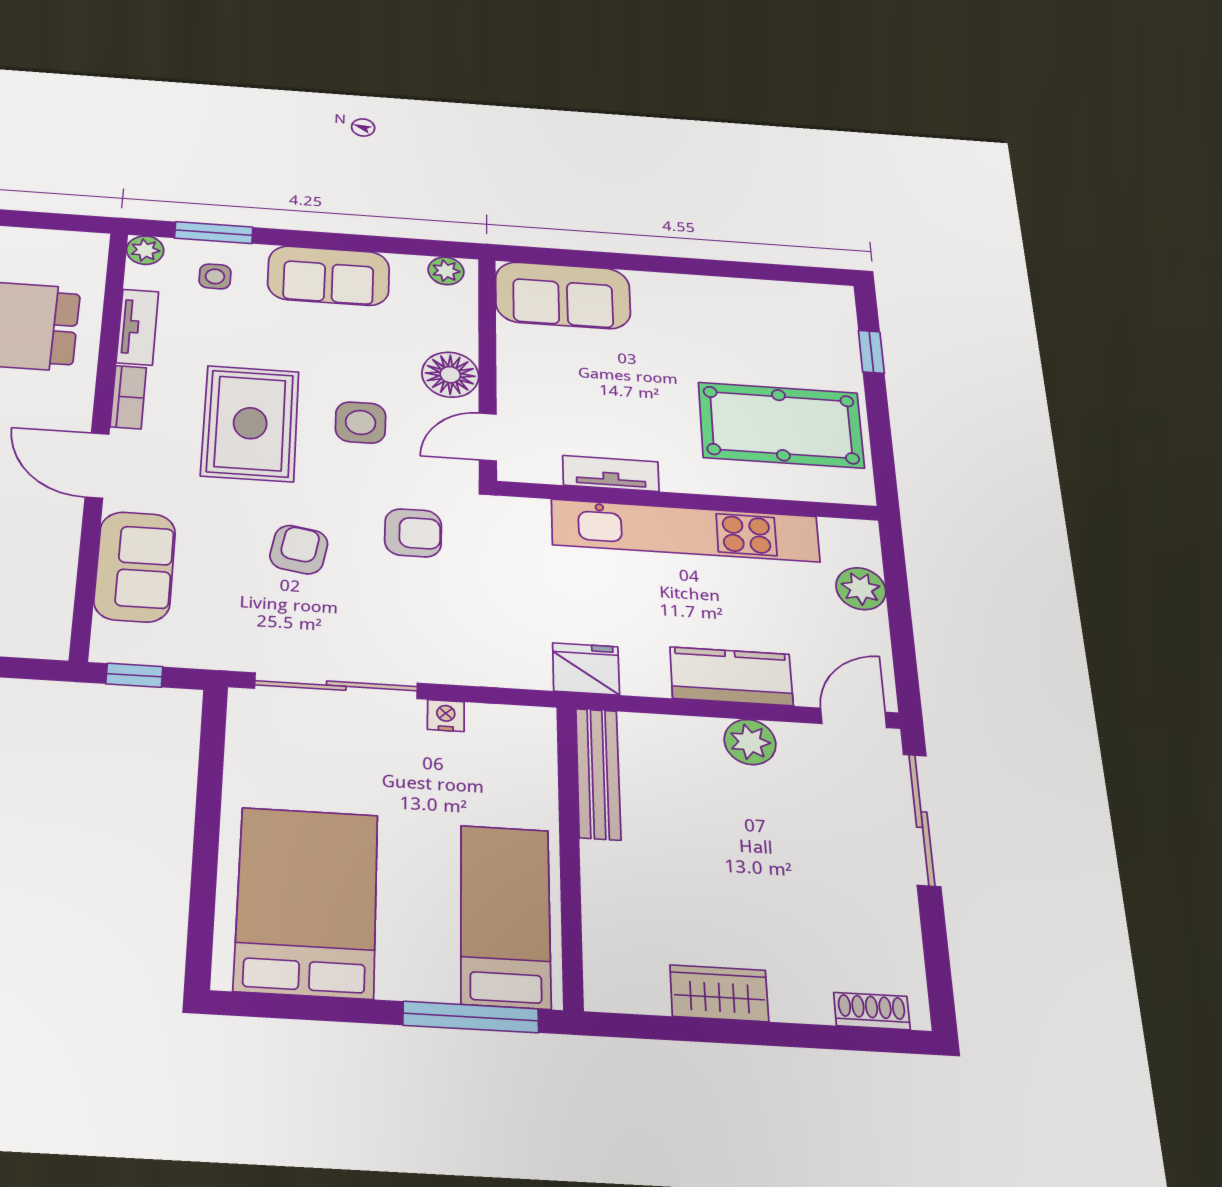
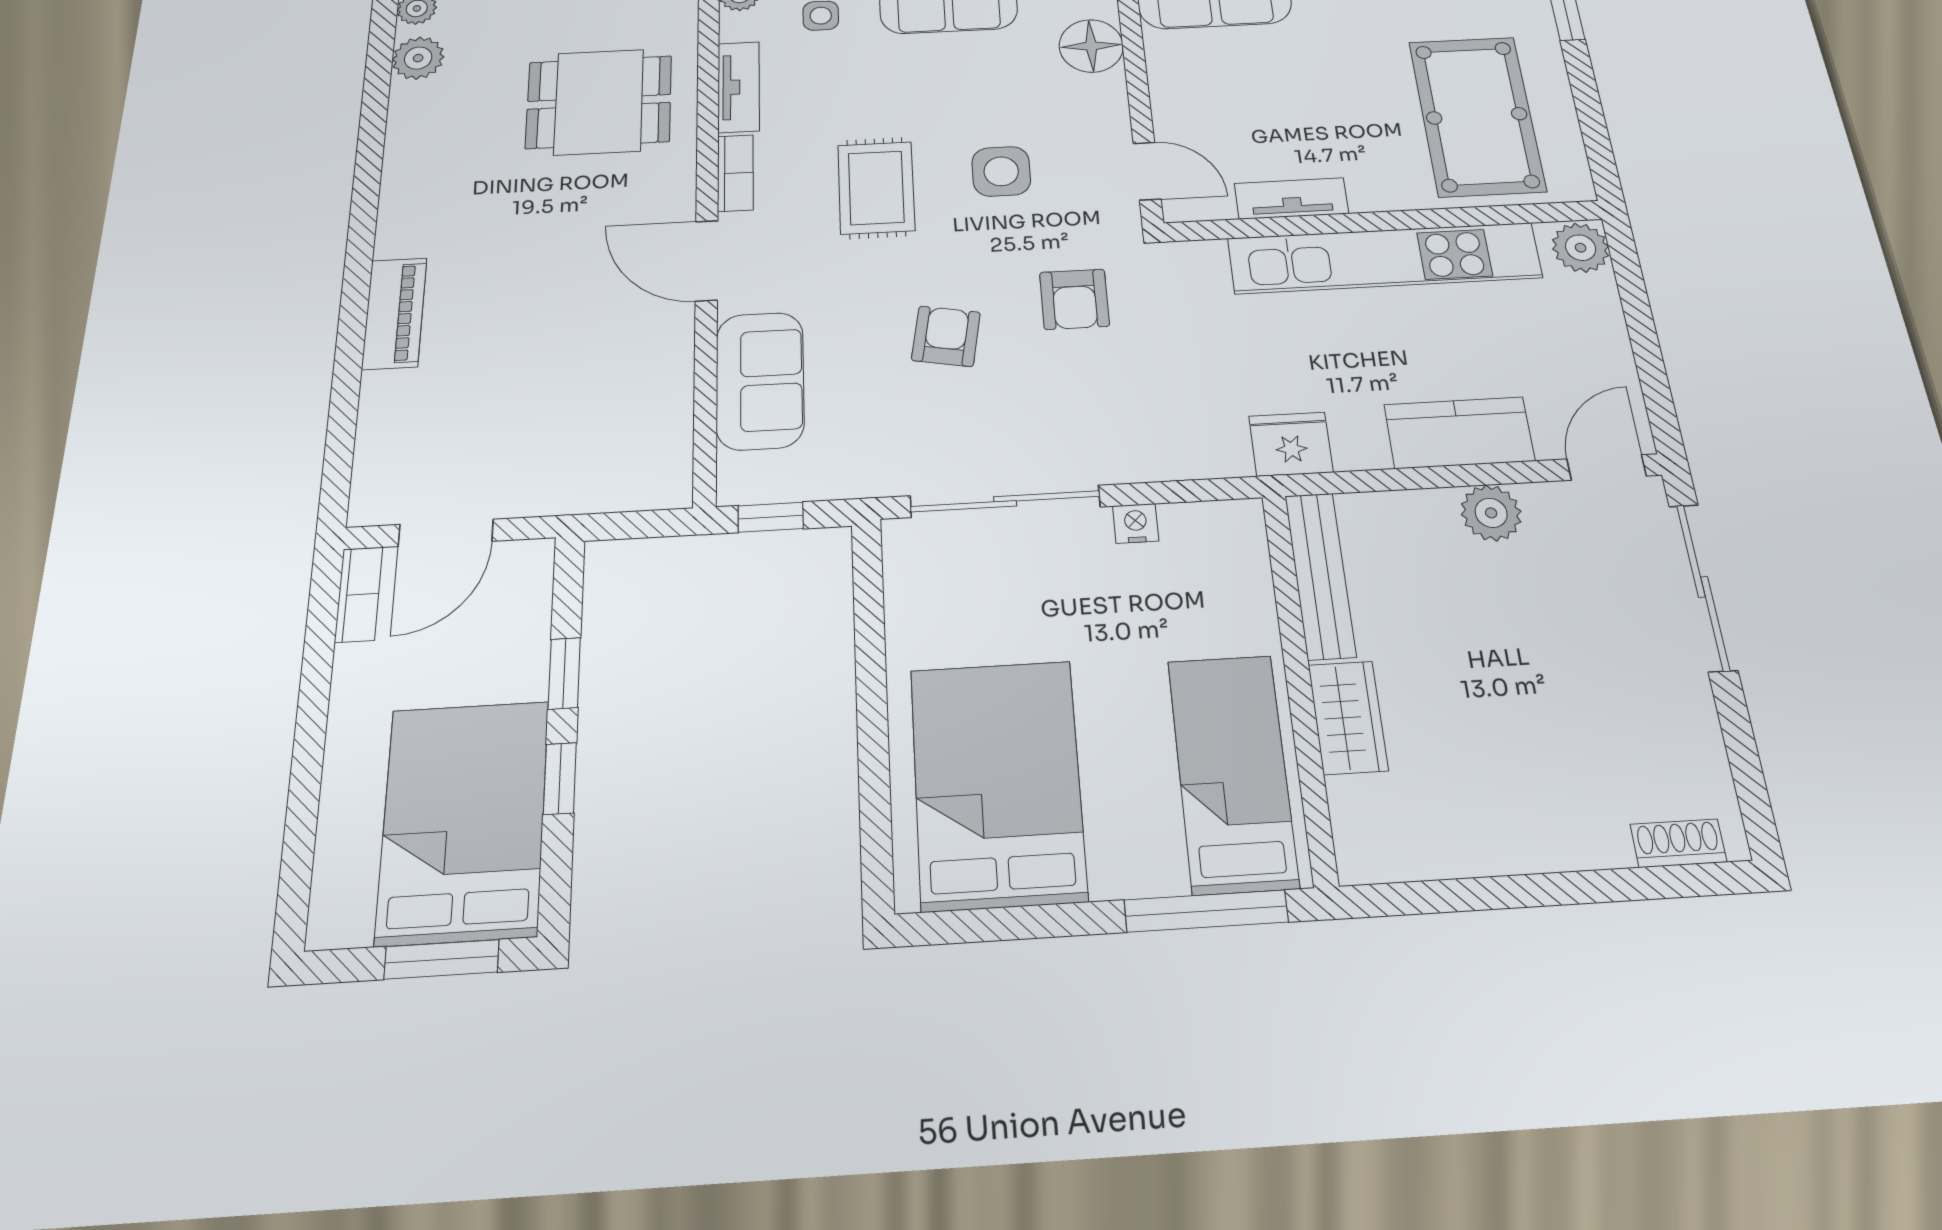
floor lamp: (450, 375) -> (1091, 46), moved
rug: (250, 423) -> (876, 188), width x0.73, depth x0.70
pool table: (781, 425) -> (1477, 116), turned 90
door: (488, 437) -> (1147, 171), swing flipped
armchair: (413, 533) -> (1074, 299), turned 90
plant: (861, 589) -> (1581, 248), moved
wardrobe: (719, 993) -> (1348, 717), moved, turned 90

